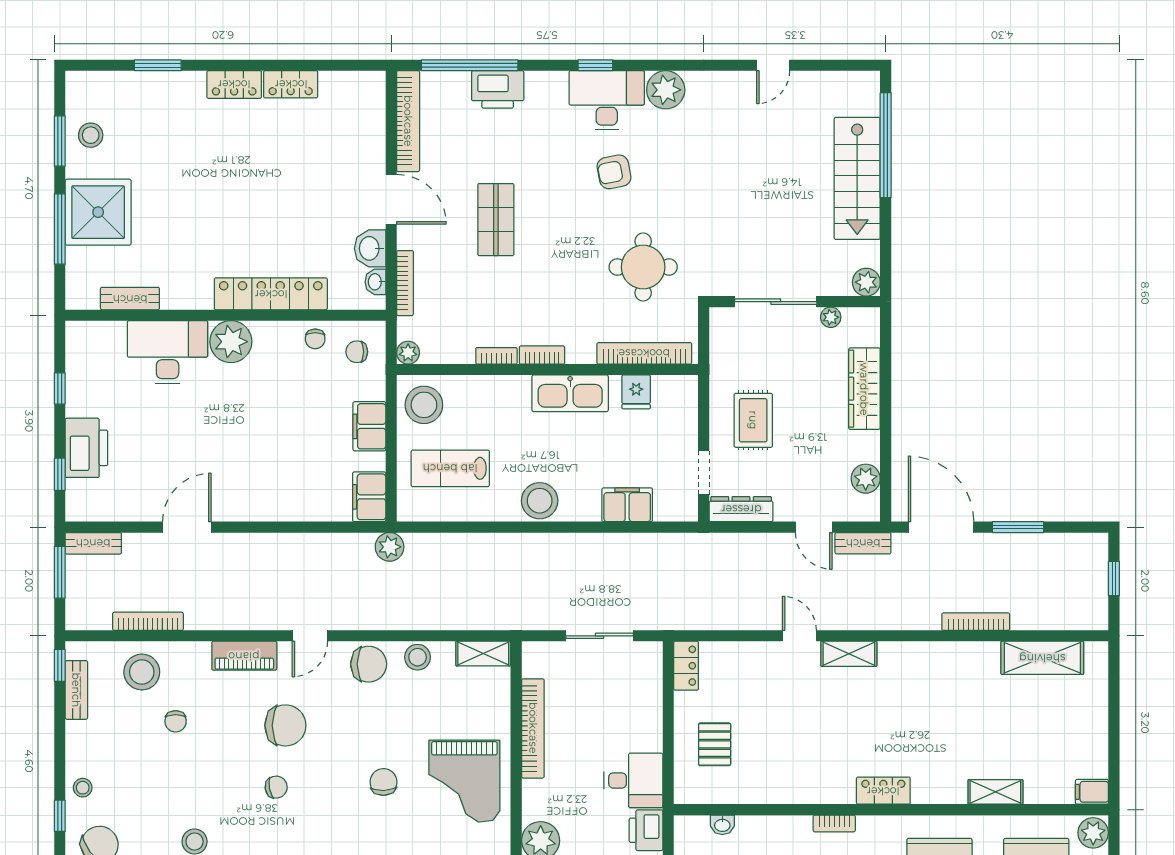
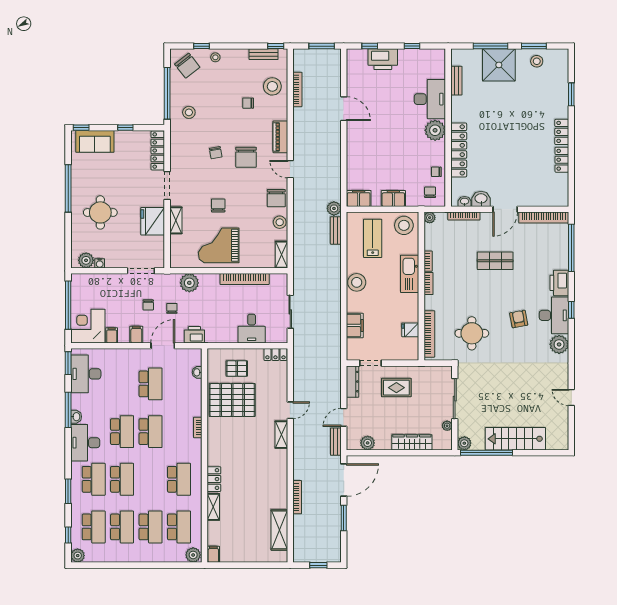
printer: (498, 89) -> (559, 283), moved
window: (886, 145) -> (486, 453), moved
kitchen sink: (570, 393) -> (410, 274), moved
bench: (93, 543) -> (336, 230), moved
pallet: (778, 754) -> (232, 400), added
desk: (633, 780) -> (252, 329), moved
chair: (383, 782) -> (218, 205), turned -88
locker: (883, 791) -> (214, 479), moved

